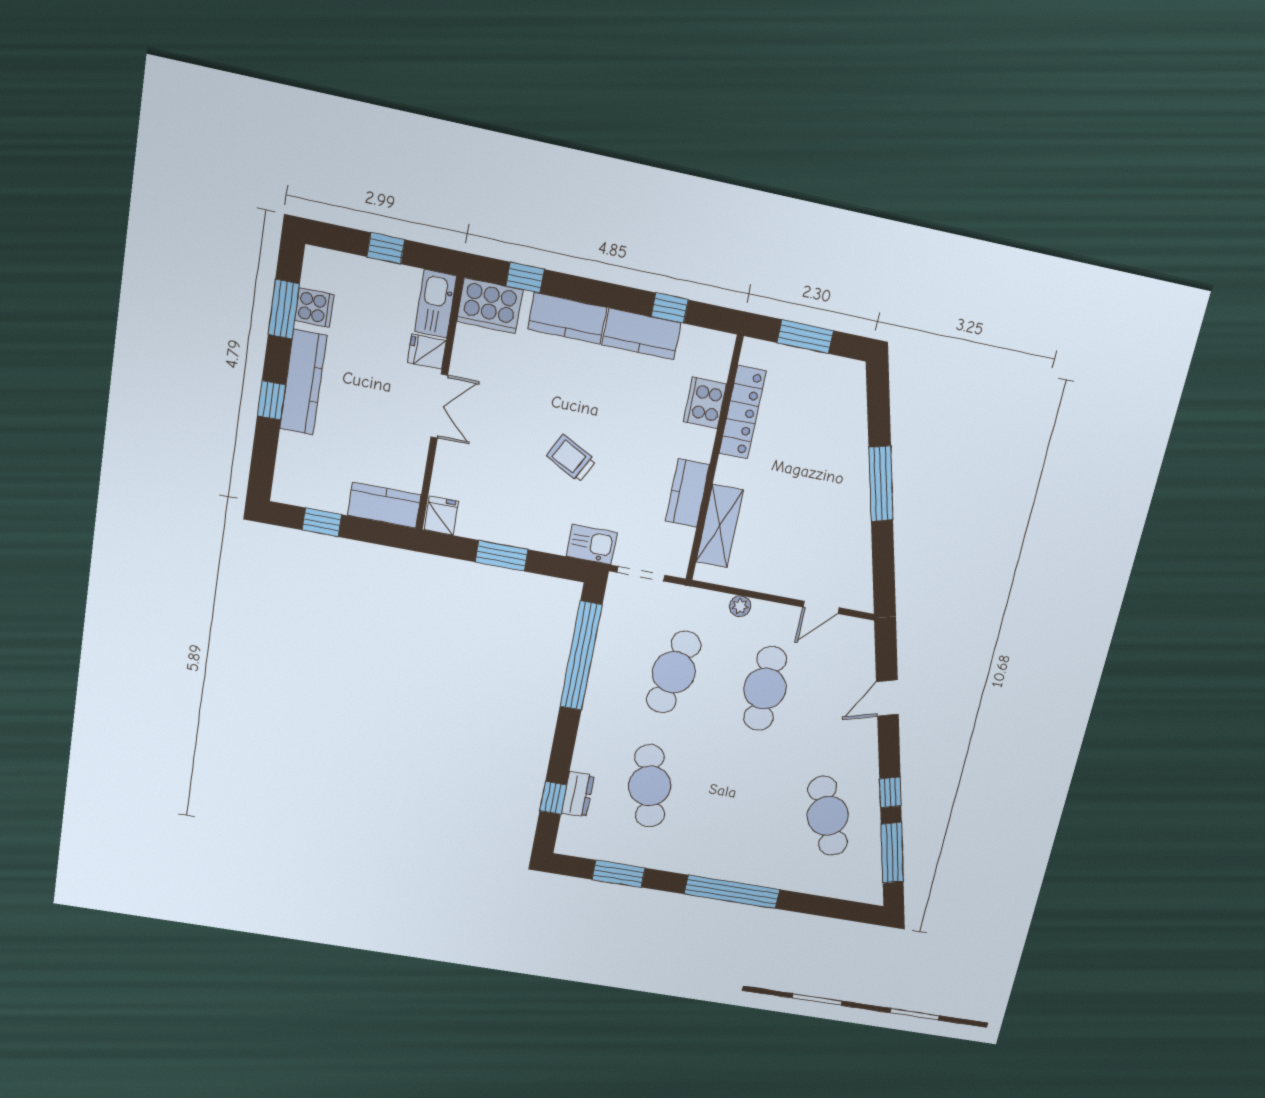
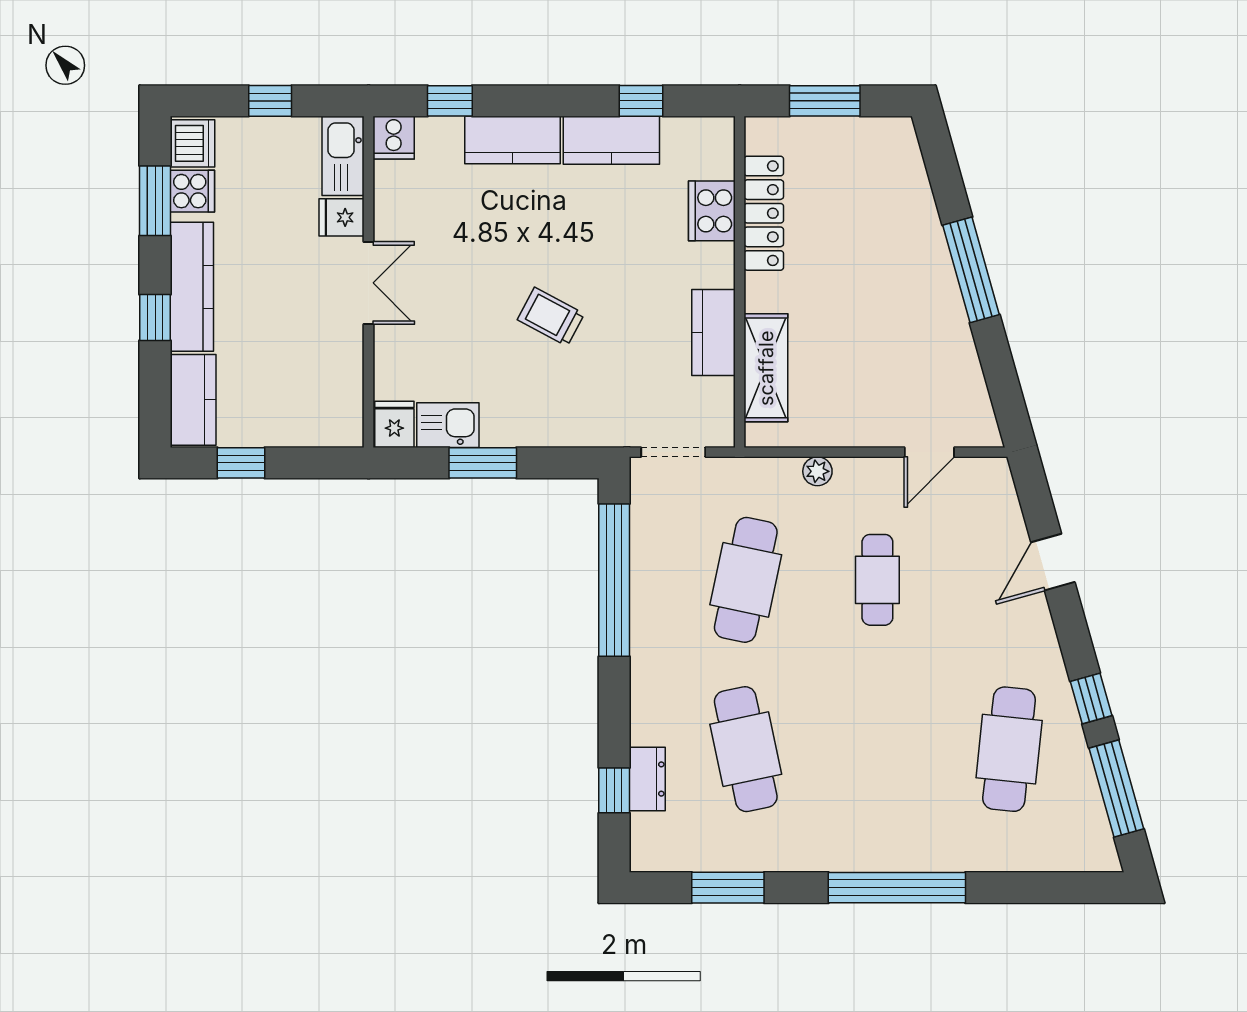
dishwasher: (320, 270) -> (193, 143), added
cooker: (490, 306) -> (394, 138), width x0.53, depth x0.76
kitchen counter: (384, 505) -> (193, 400), moved, turned 90
kitchen sink: (592, 544) -> (448, 425), moved
cafe table: (765, 689) -> (877, 580), width x0.73, depth x0.74
cafe table: (828, 816) -> (1009, 749), turned 30

